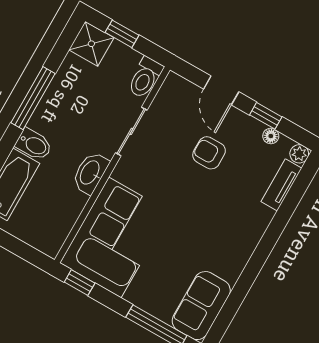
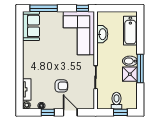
shower: (91, 44) -> (130, 74), moved
toilet: (145, 78) -> (116, 101), moved
bidet: (34, 145) -> (130, 61), moved
washbasin: (90, 173) -> (102, 34), moved

